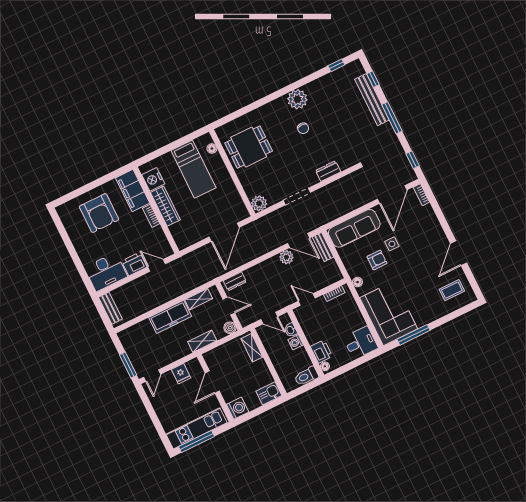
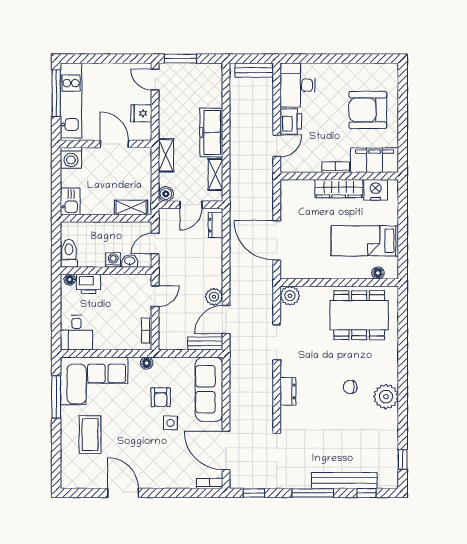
dining table: (249, 147) -> (359, 315), width x1.38
coffee table: (452, 290) -> (90, 435), moved, width x1.36, depth x1.30

